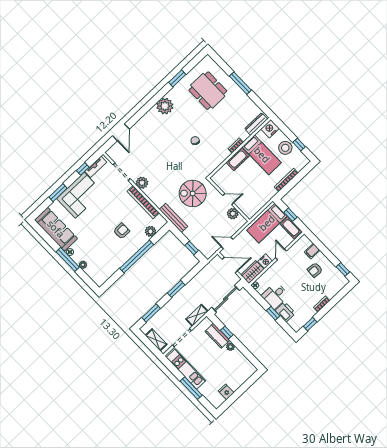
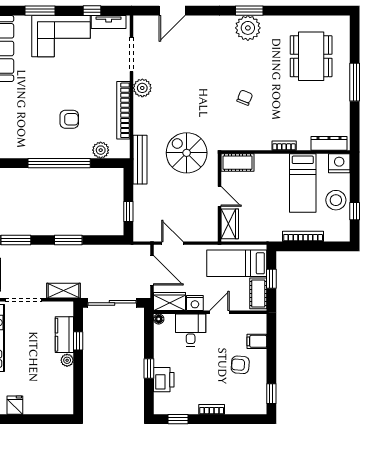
window: (177, 78) -> (249, 11), moved
cot: (238, 159) -> (237, 163), moved
wardrobe: (246, 208) -> (230, 224), added
plant: (233, 214) -> (209, 217), removed
desk: (275, 296) -> (191, 330), moved, turned 90

